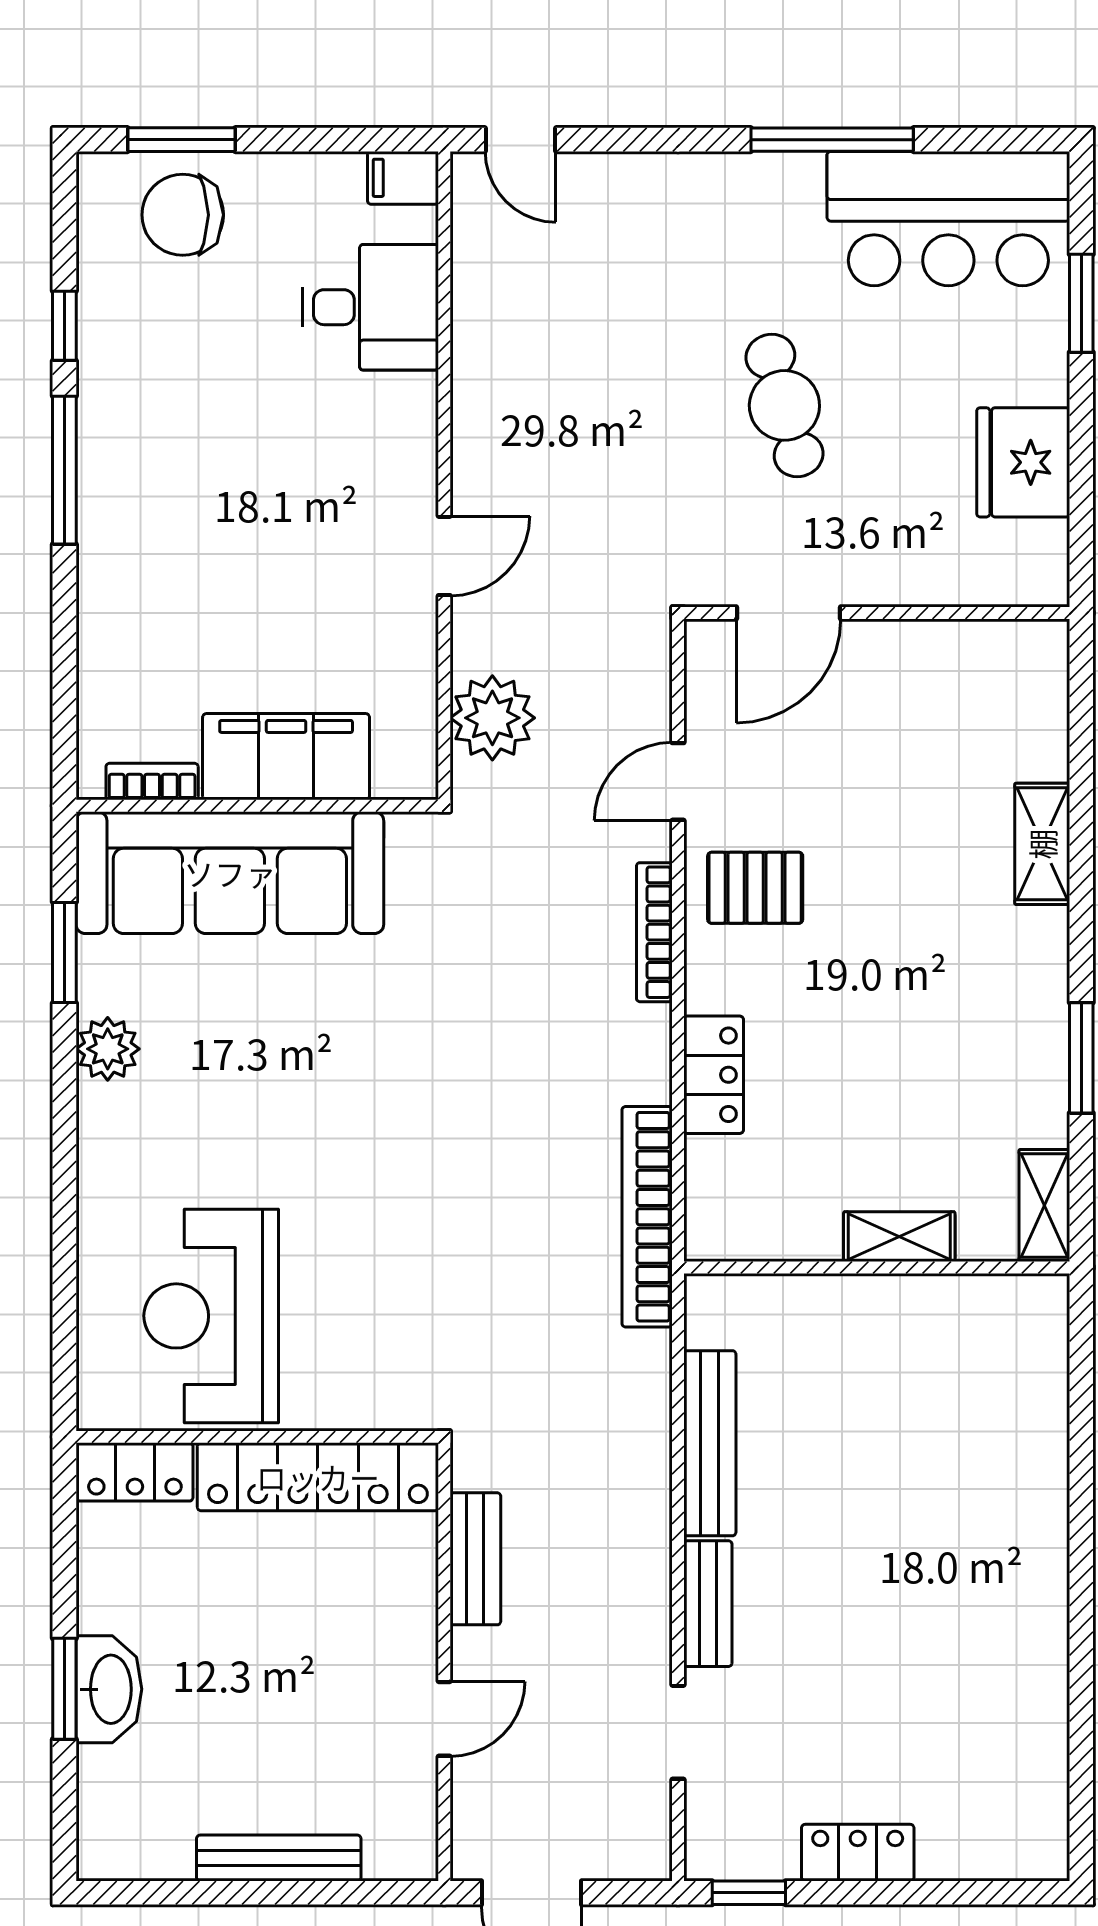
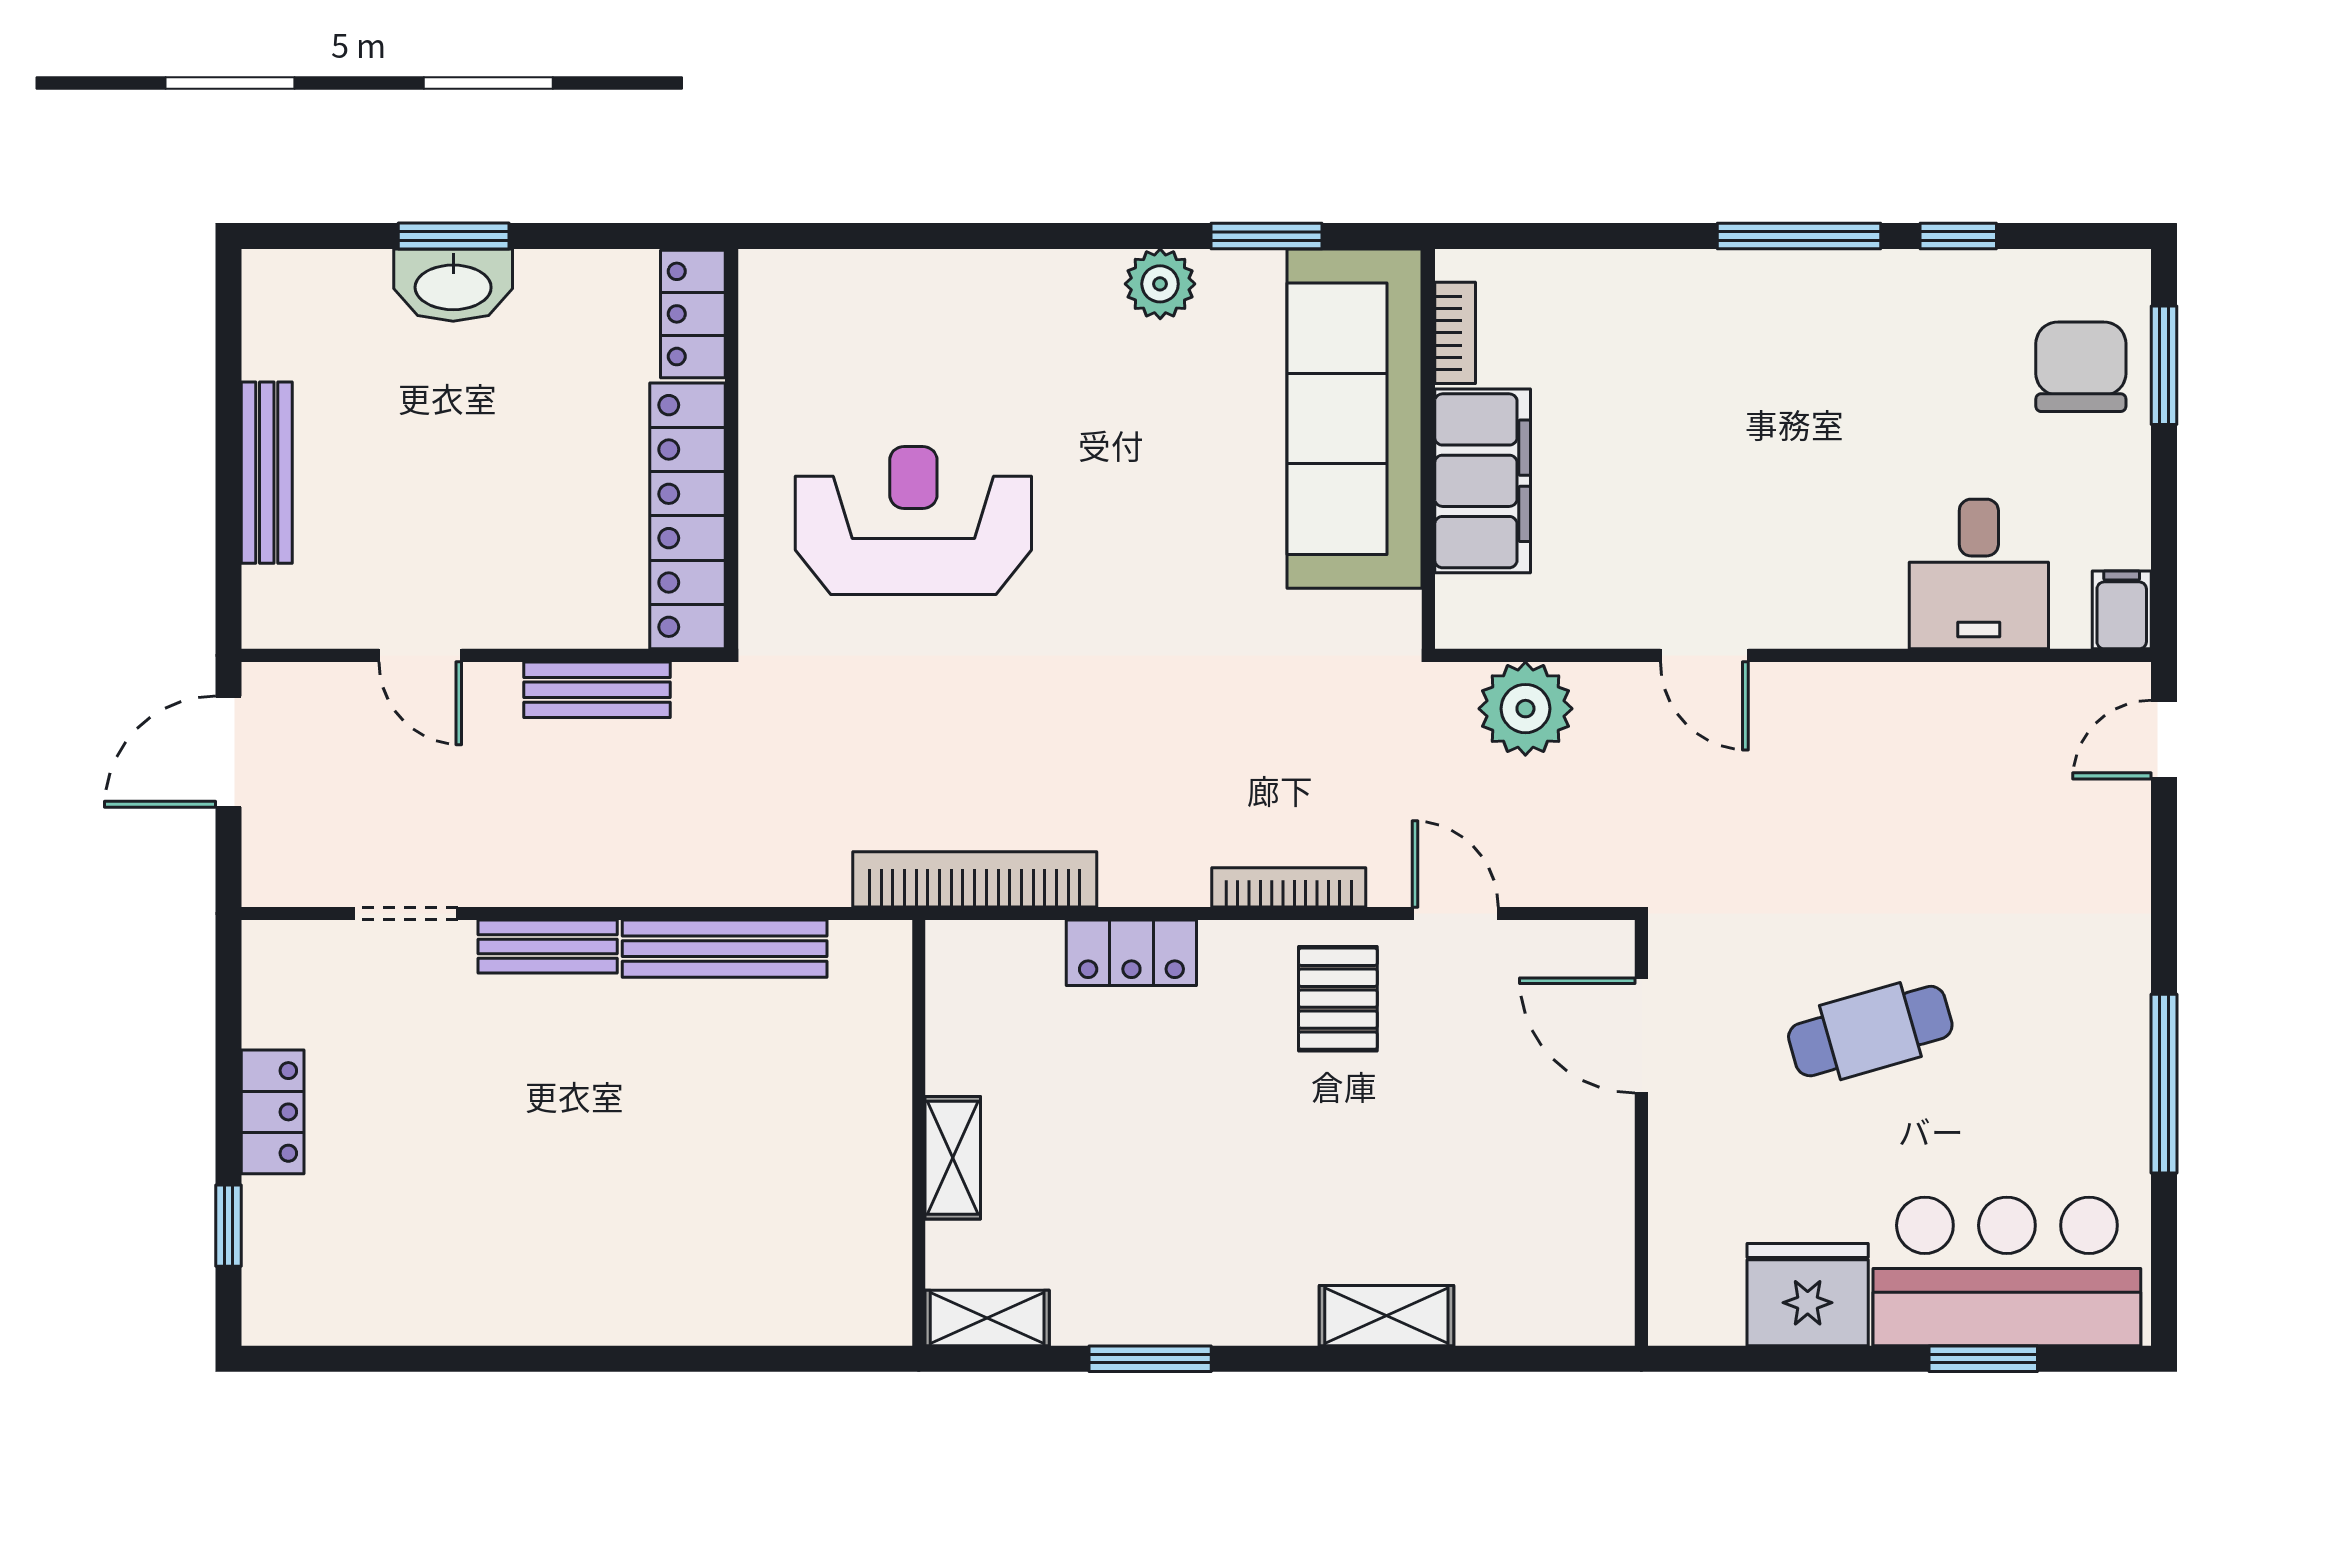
bar counter: (948, 219) -> (2007, 1271), moved, turned 90
reception desk: (211, 1316) -> (913, 521), moved
window: (749, 1893) -> (228, 1226), moved

